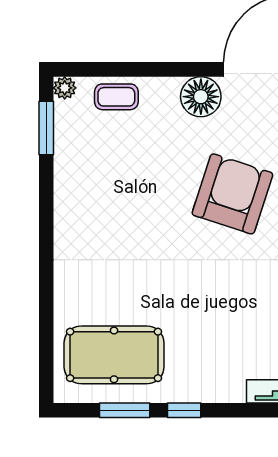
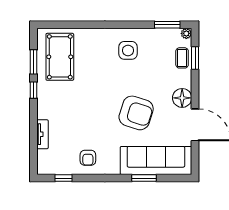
window: (117, 69) -> (195, 58), added
side table: (101, 211) -> (128, 50), added

